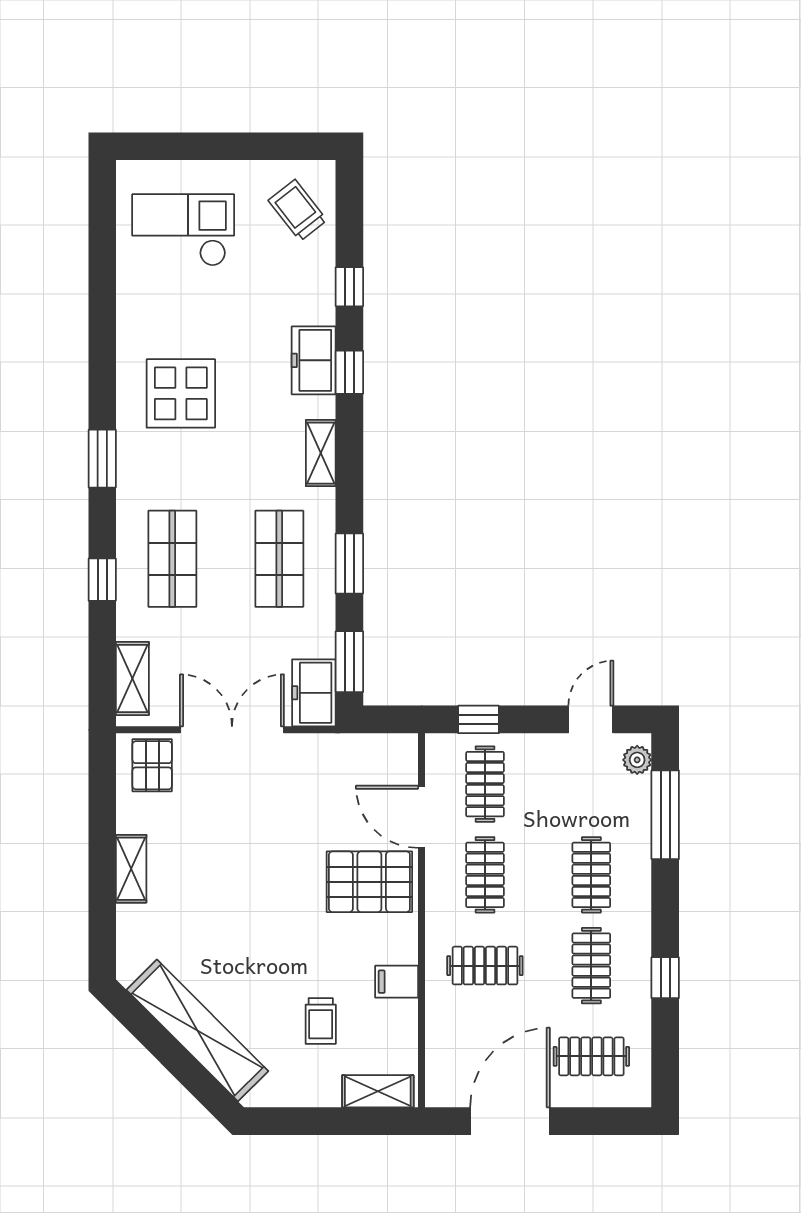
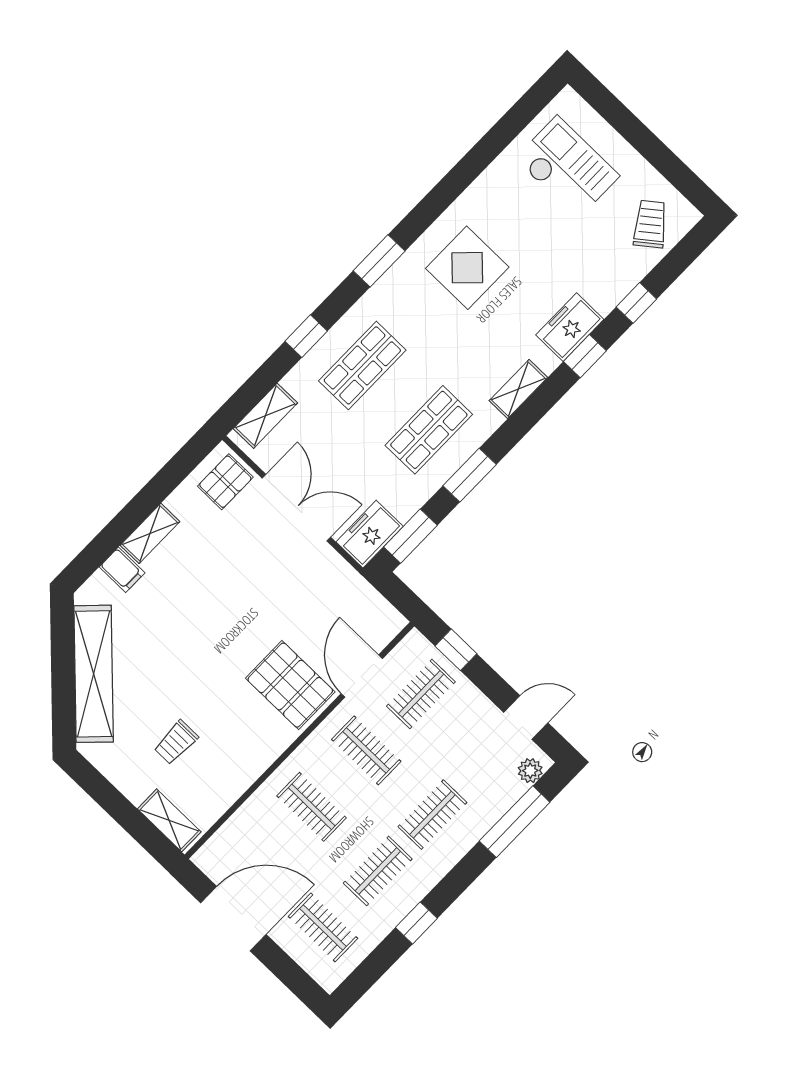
clothes rail: (485, 875) -> (366, 750), turned 90
filing cabinet: (397, 982) -> (122, 570), moved, turned 180

